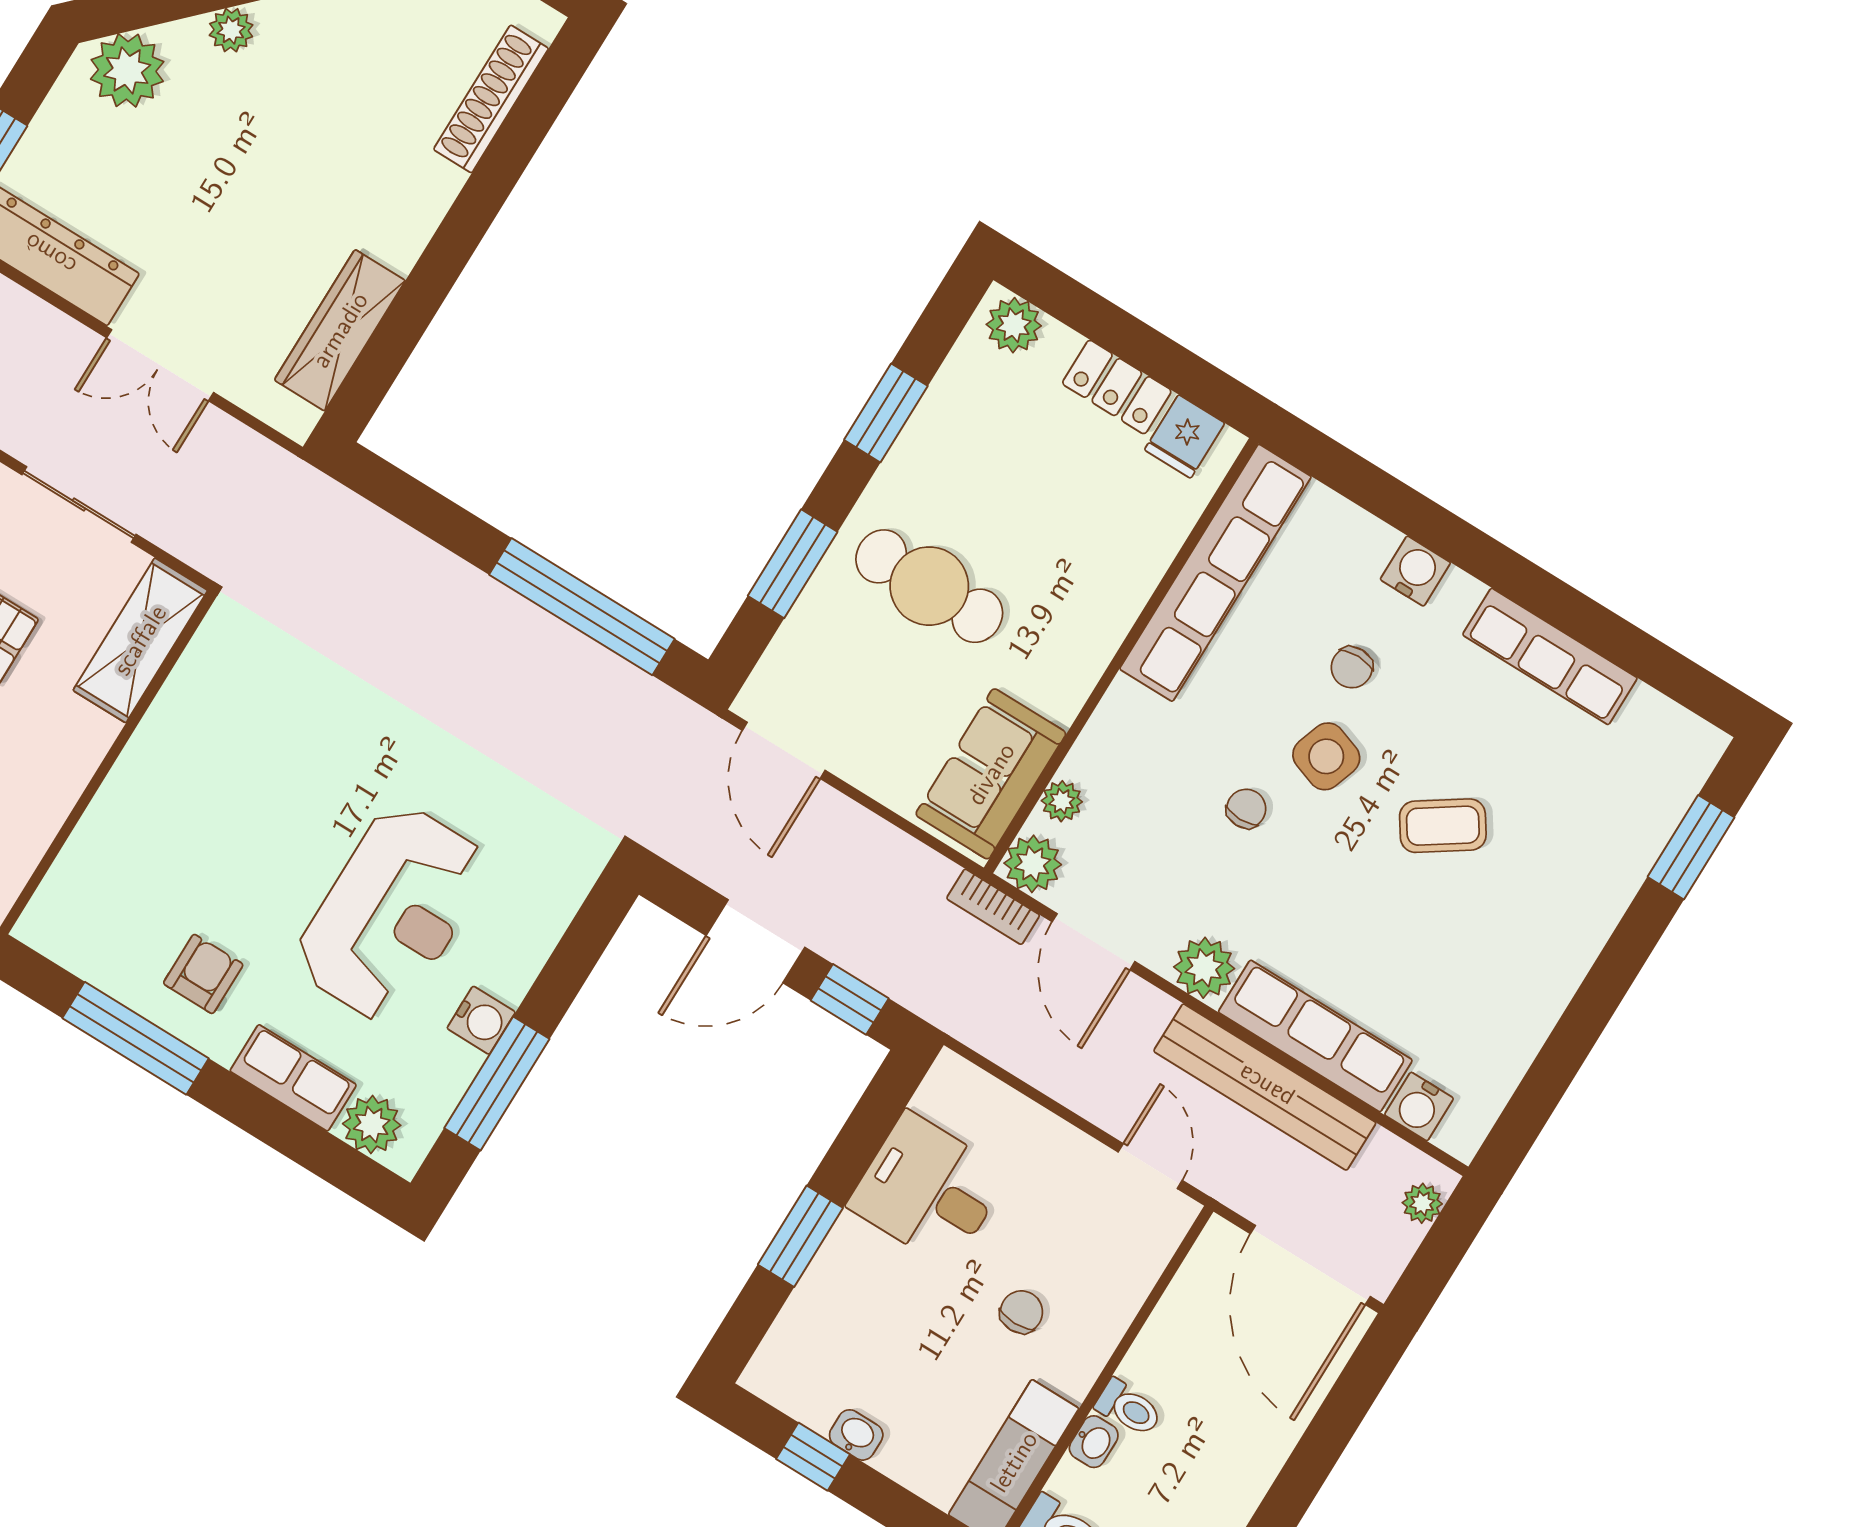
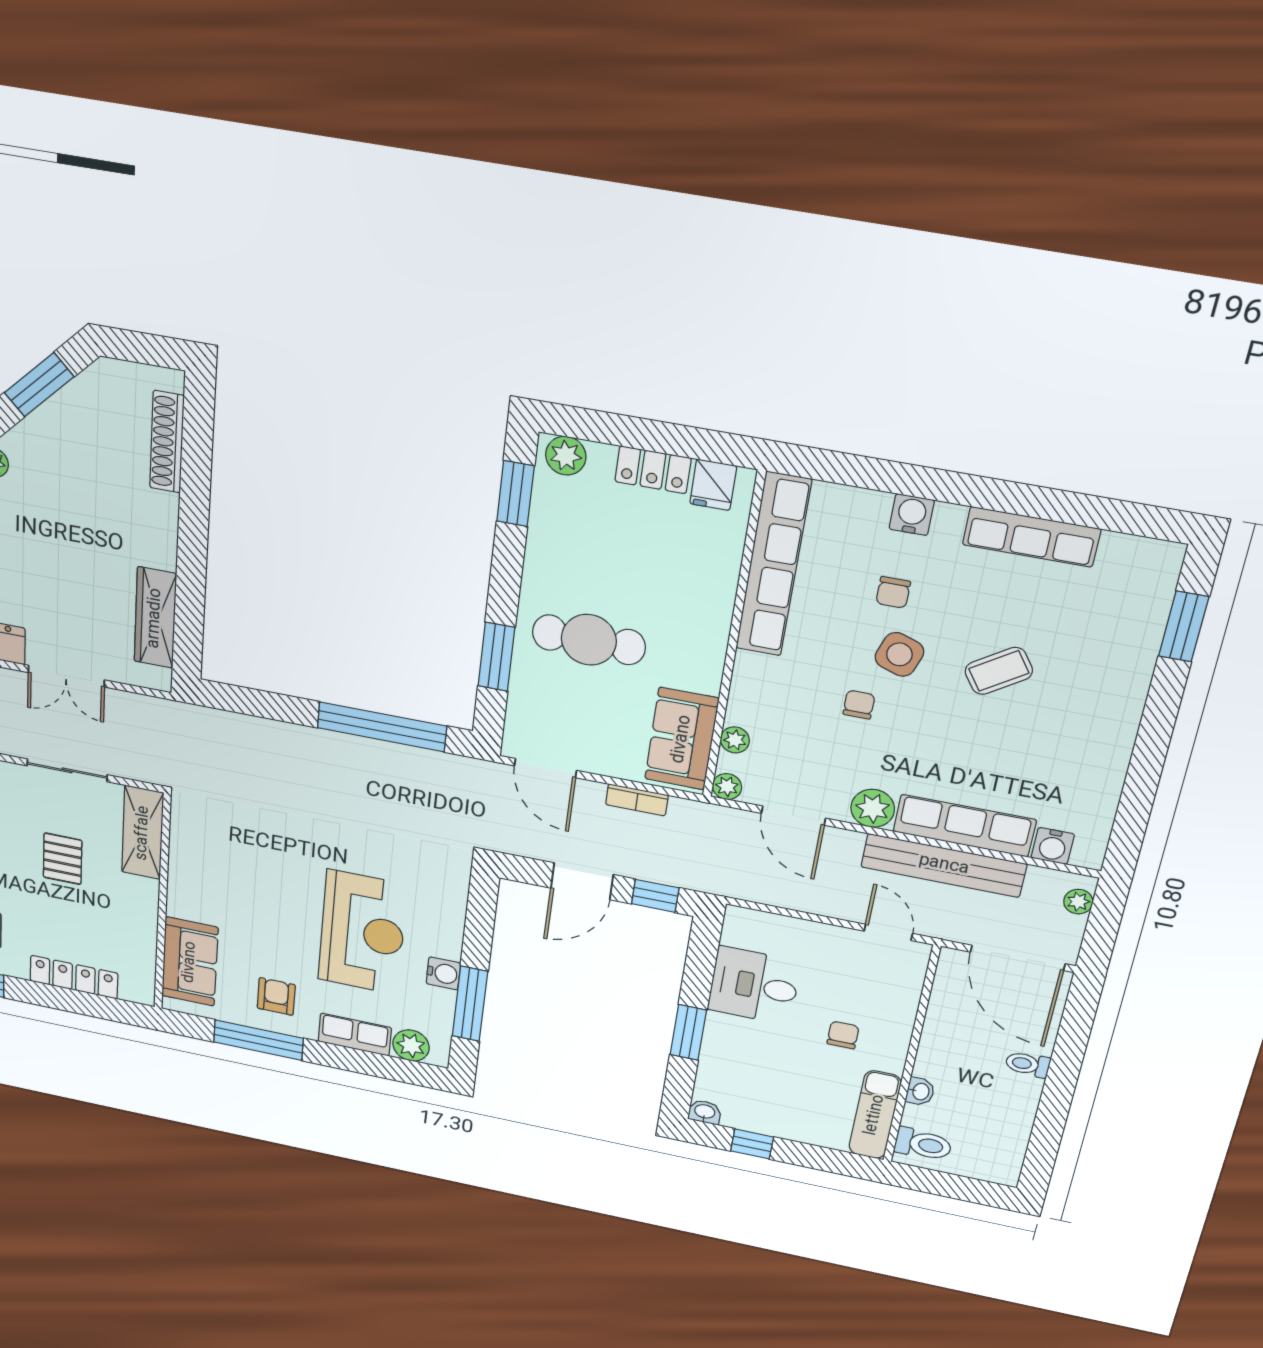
window: (886, 413) -> (515, 494), moved
plant: (1033, 864) -> (727, 787), width x0.73, depth x0.73
sofa: (98, 871) -> (190, 962), added
bookcase: (993, 907) -> (637, 800), moved
toilet: (1129, 1408) -> (1028, 1064), moved, turned 180
washbasin: (856, 1435) -> (705, 1112), moved

